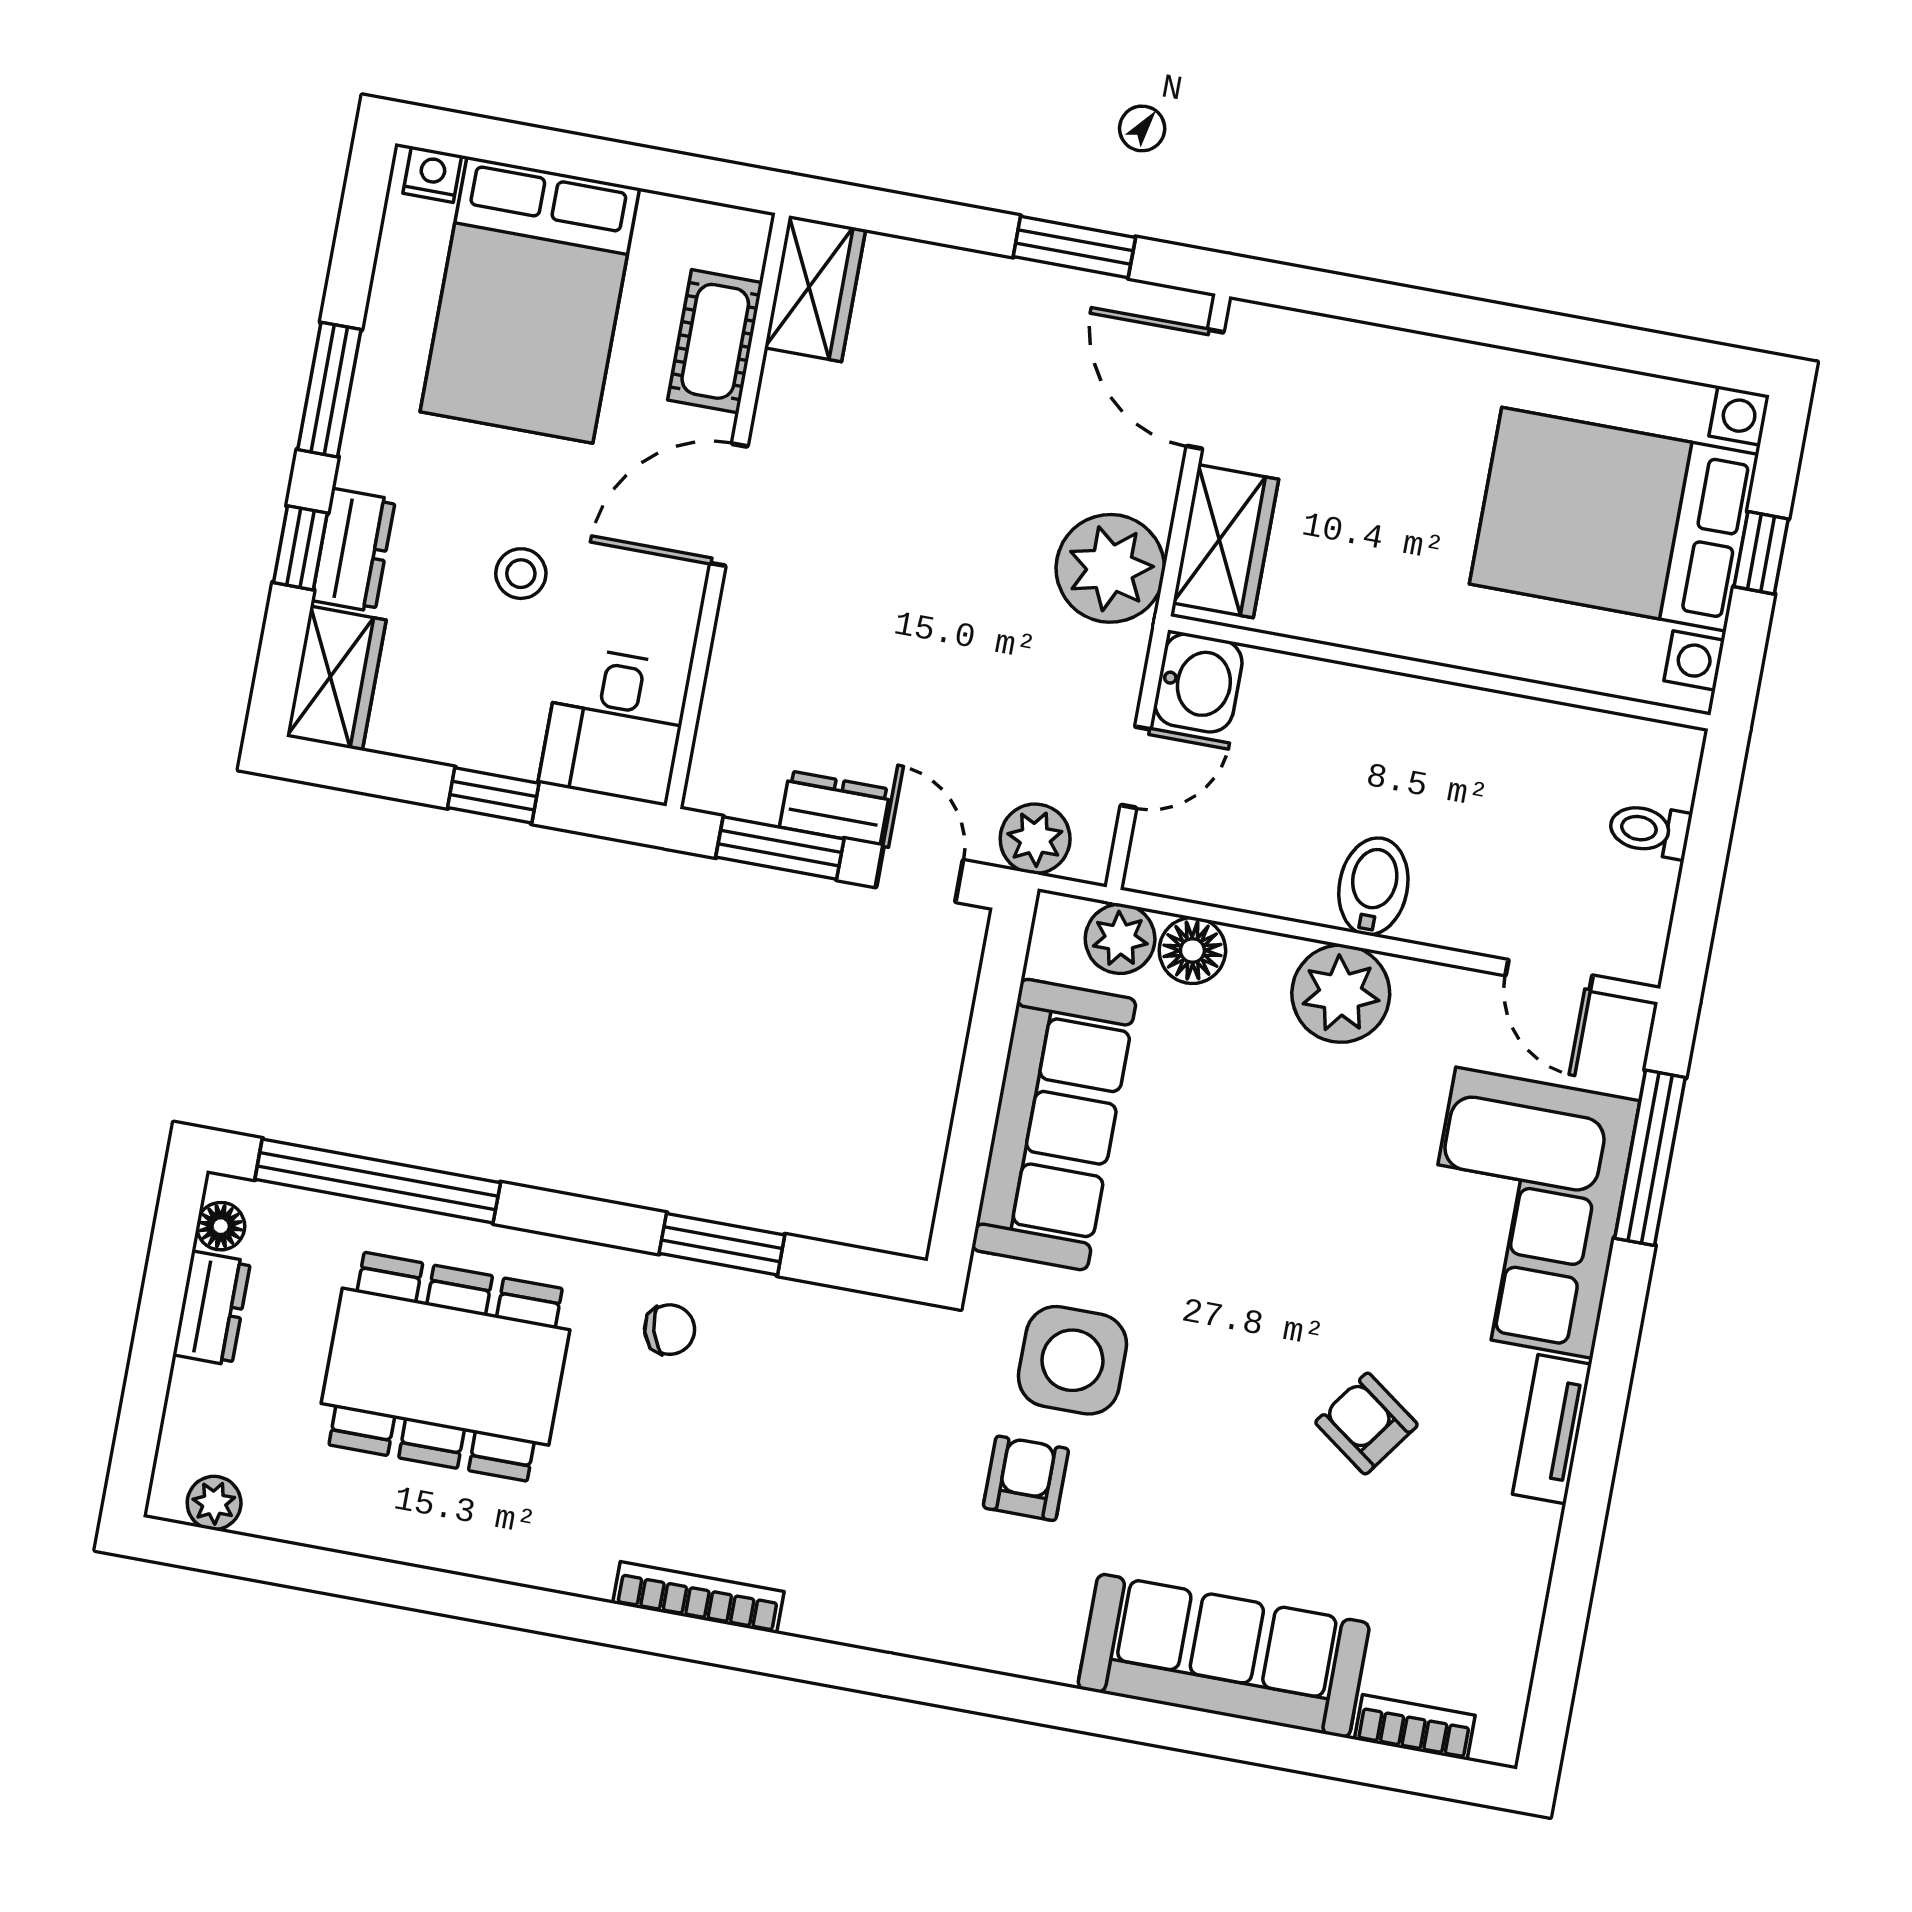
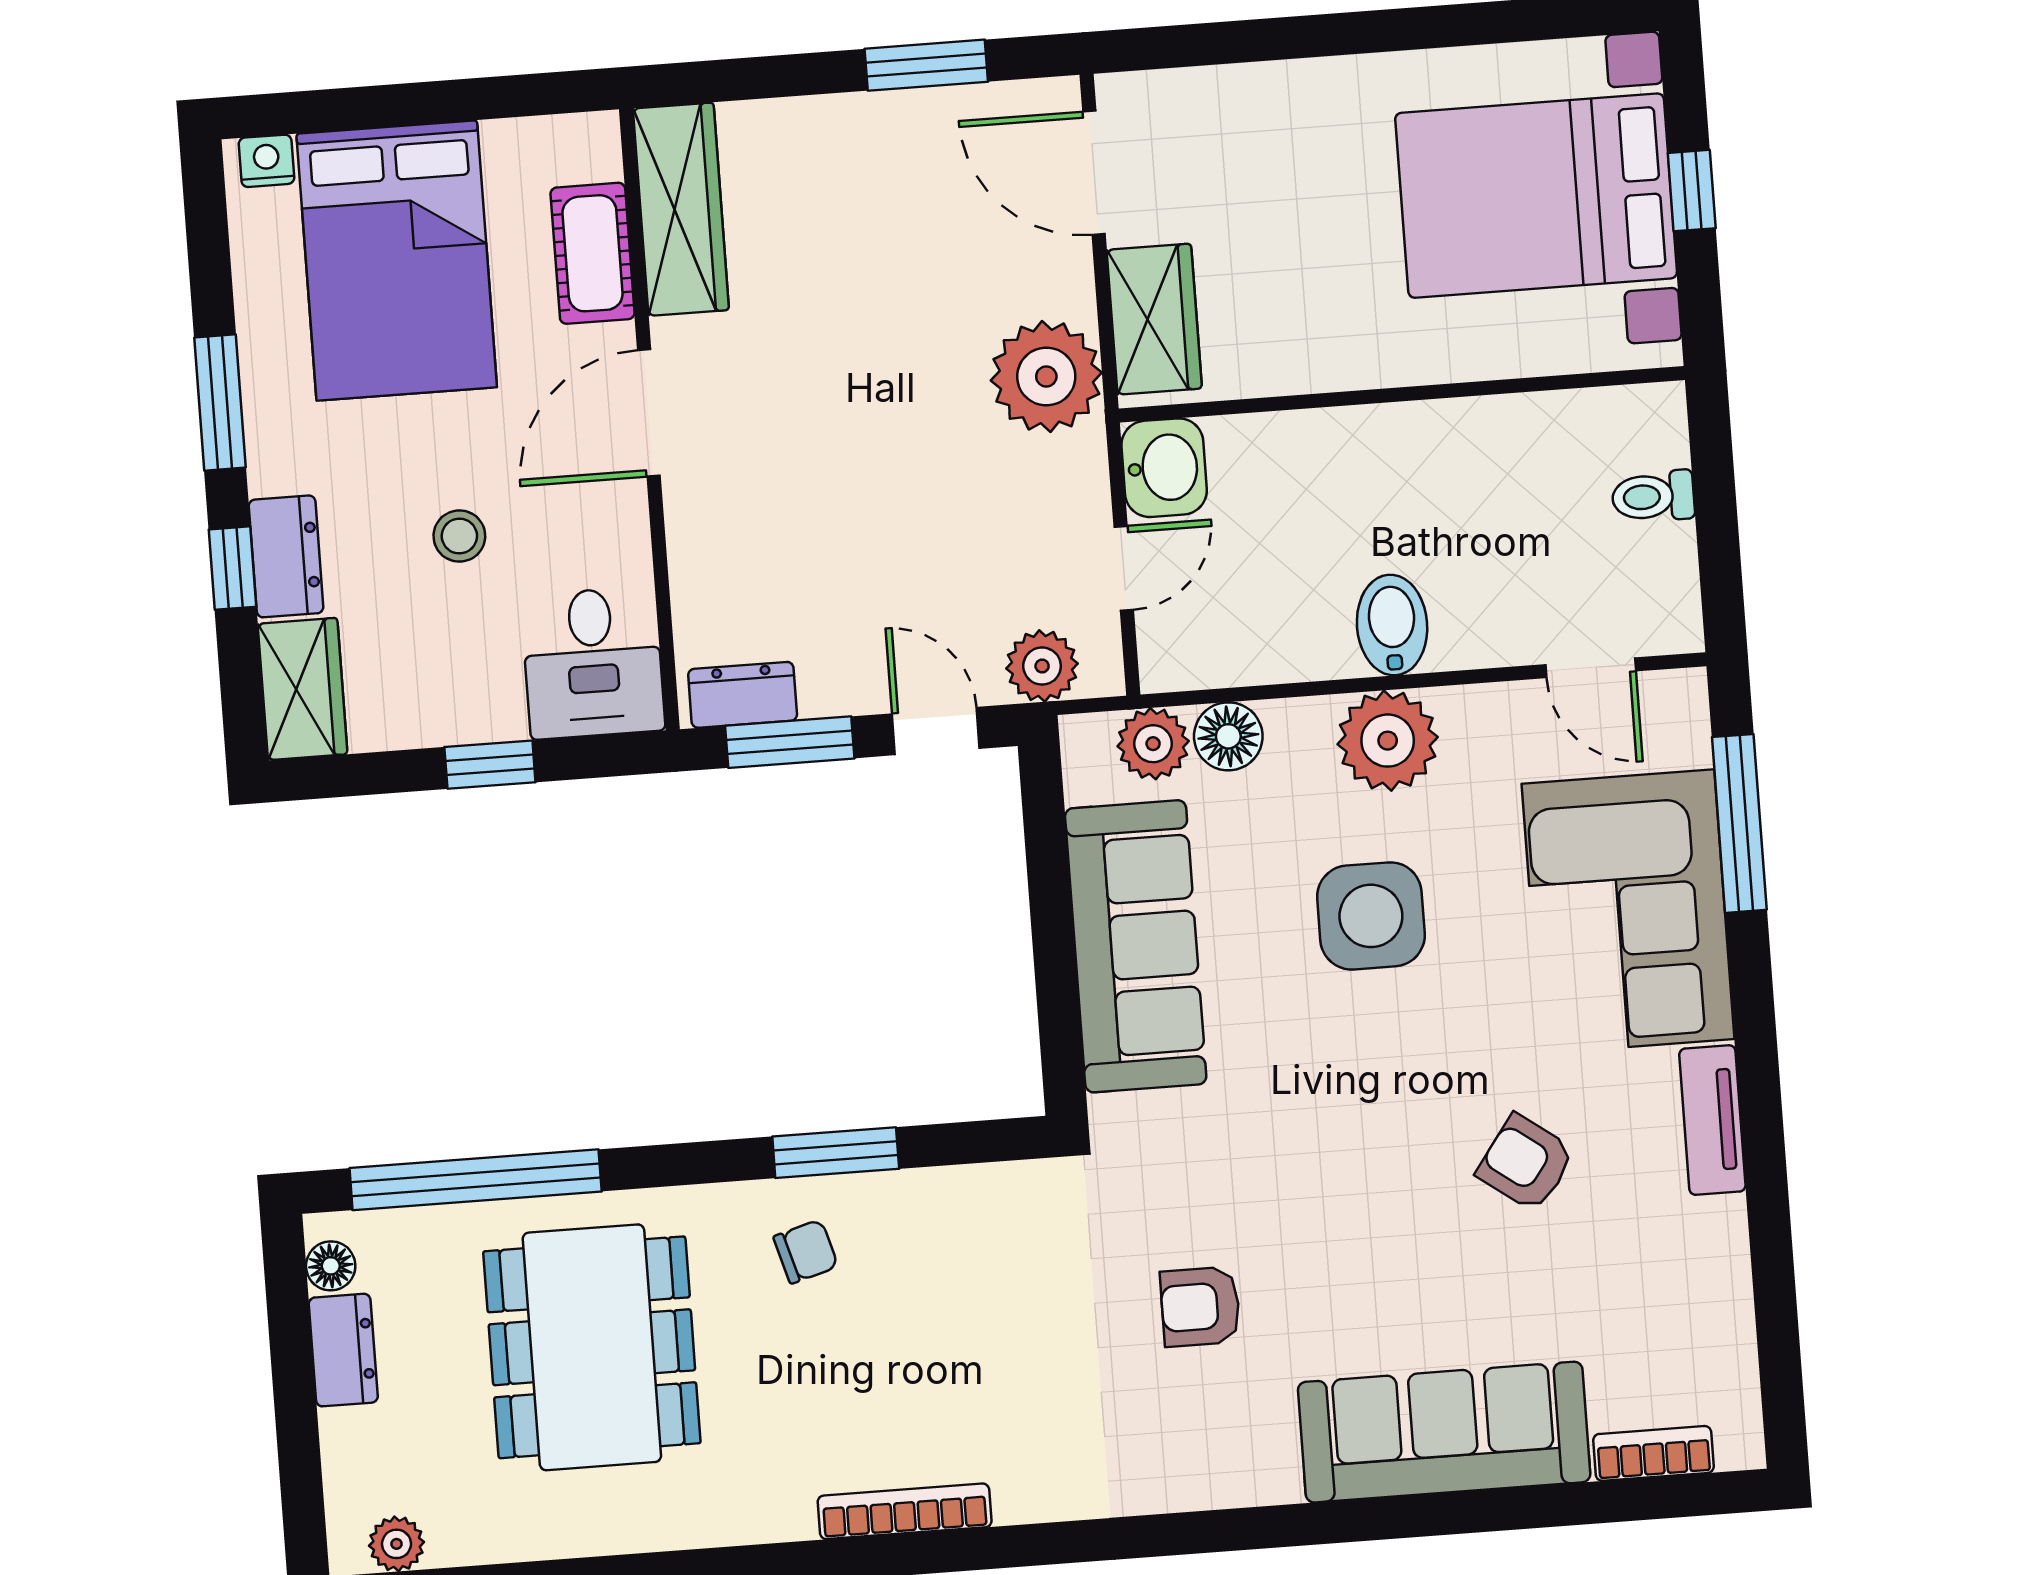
wardrobe: (815, 289) -> (681, 209), width x1.50
dresser: (835, 808) -> (743, 695), moved
side table: (1072, 1360) -> (1371, 916), moved
dining table: (446, 1367) -> (592, 1347), turned 90
armchair: (1026, 1478) -> (1200, 1307), turned -90

